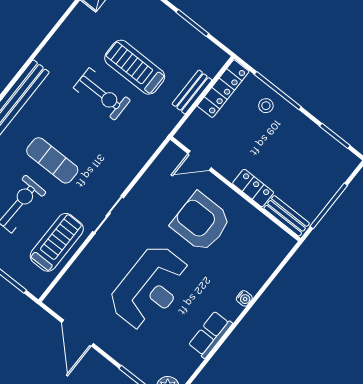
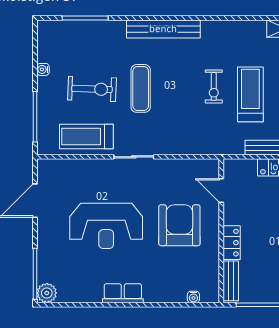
exercise bike: (102, 94) -> (214, 86), width x0.73, depth x0.72
treadmill: (57, 242) -> (86, 137), turned 180
water cooler: (244, 298) -> (193, 297), moved
row of seats: (210, 334) -> (123, 293), moved

